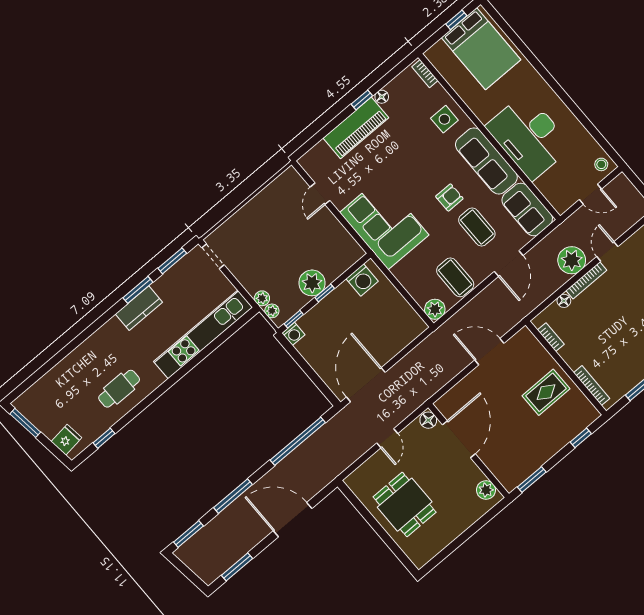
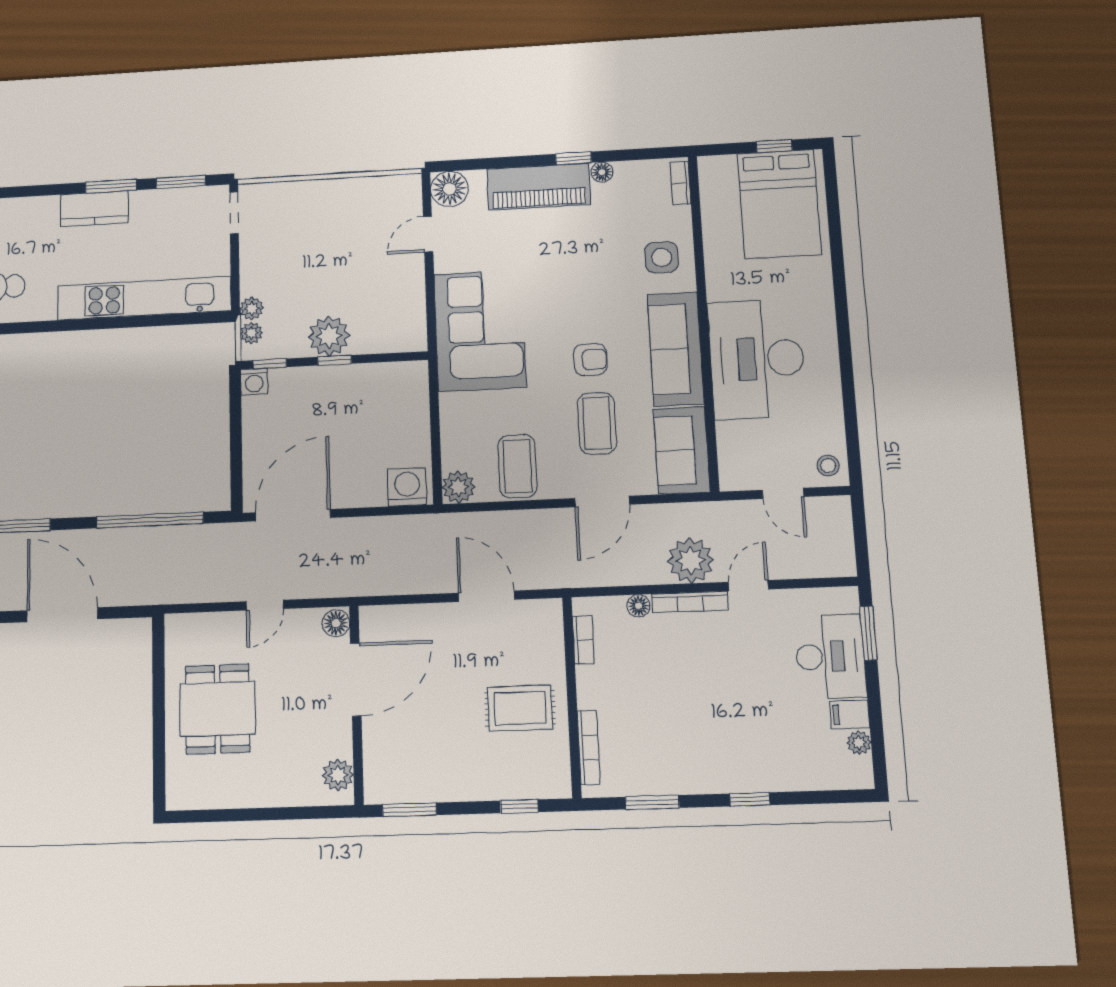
floor lamp: (312, 162) -> (449, 189), added
washing machine: (362, 280) -> (407, 487), moved, turned 180

